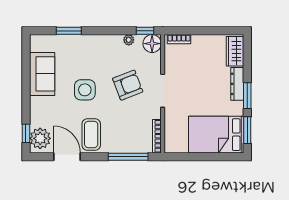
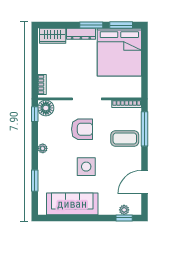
plant: (129, 40) -> (43, 148), moved
sofa: (42, 74) -> (72, 204), width x1.36
armchair: (128, 85) -> (82, 129), turned 111
coffee table: (91, 134) -> (125, 138), moved
bed: (216, 135) -> (119, 52), width x1.36
plant: (40, 138) -> (124, 210), width x0.53, depth x0.53

